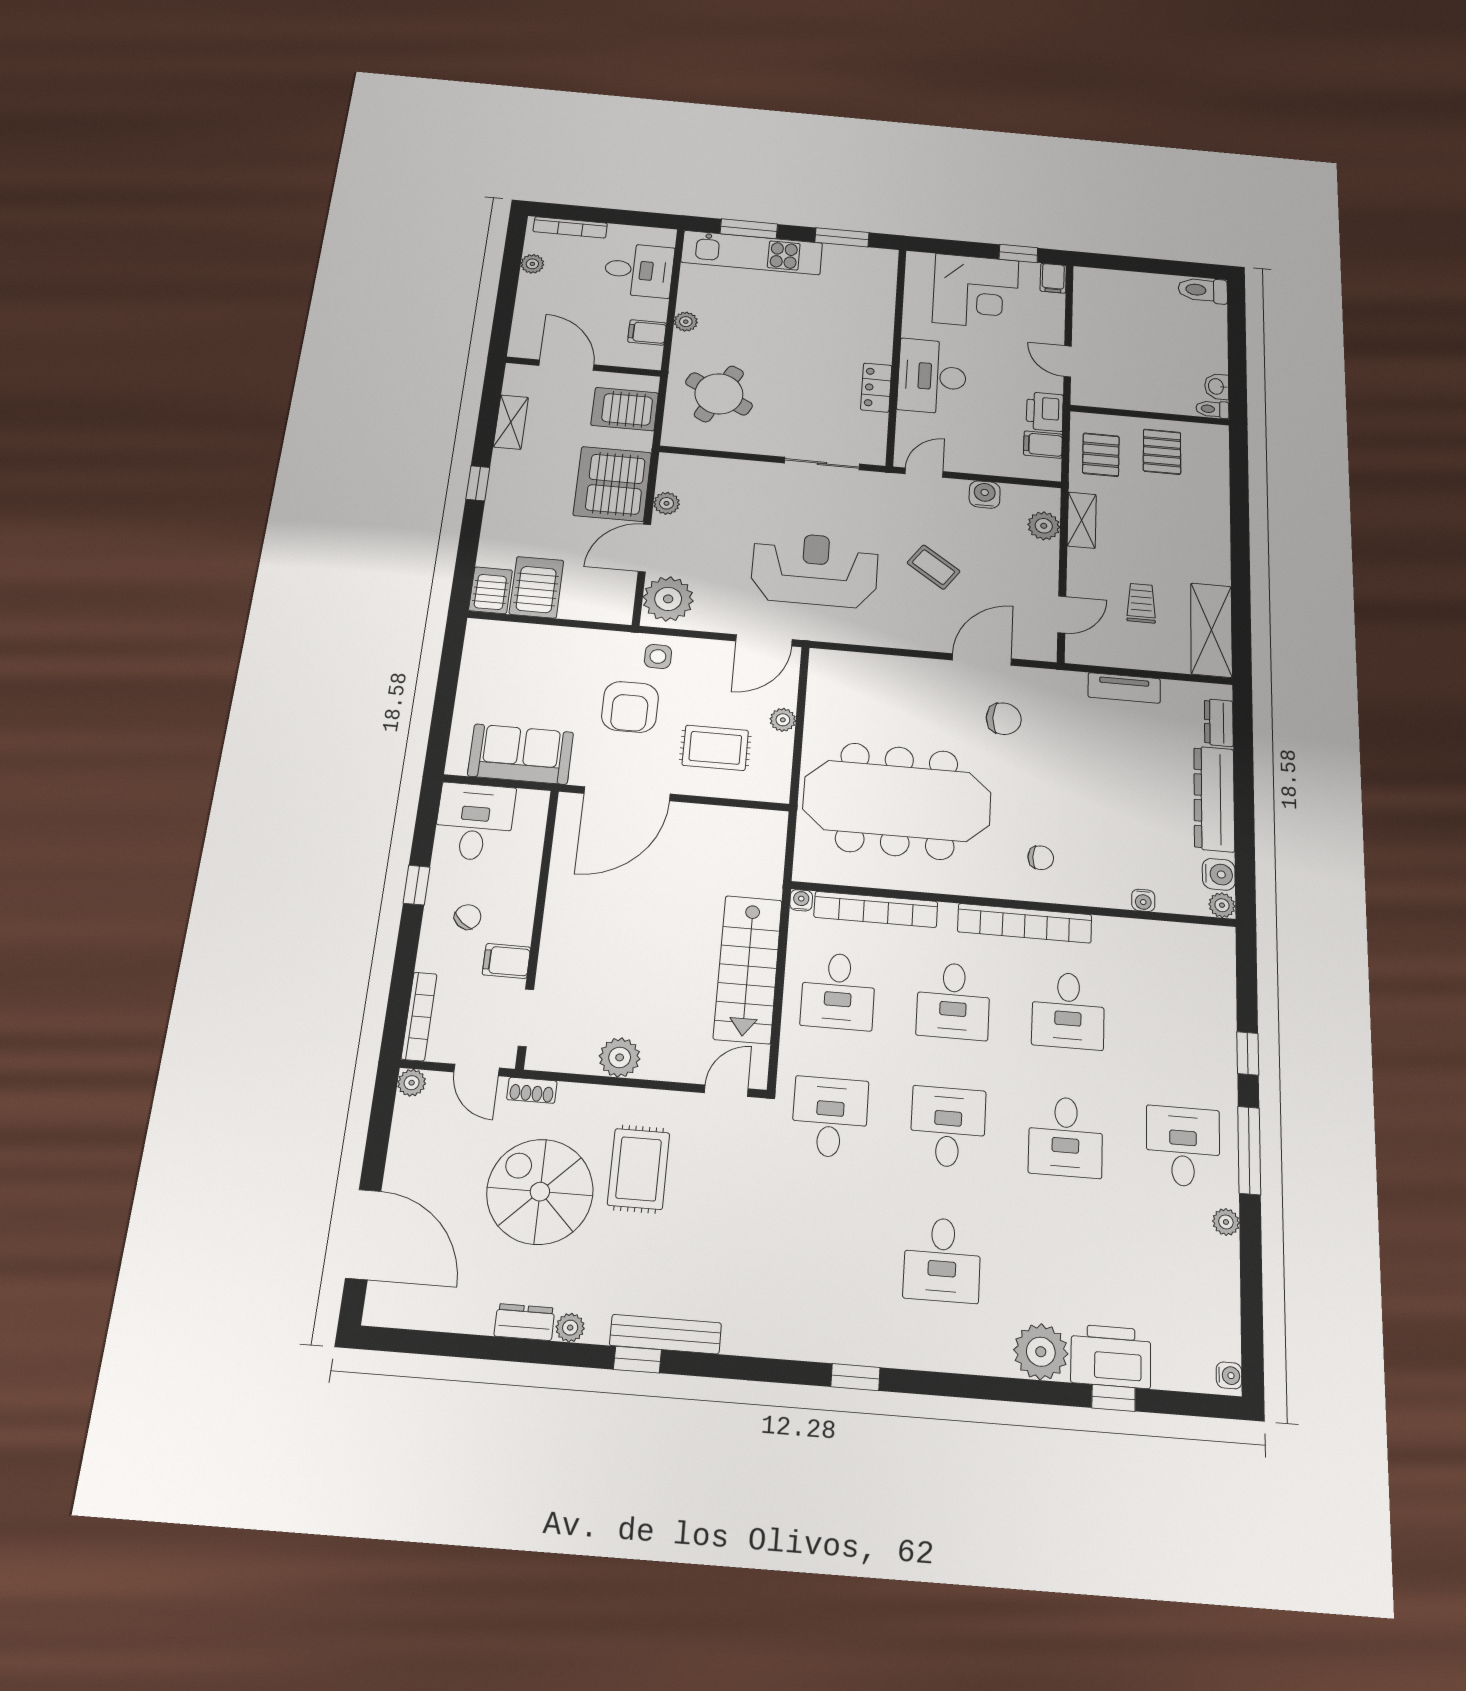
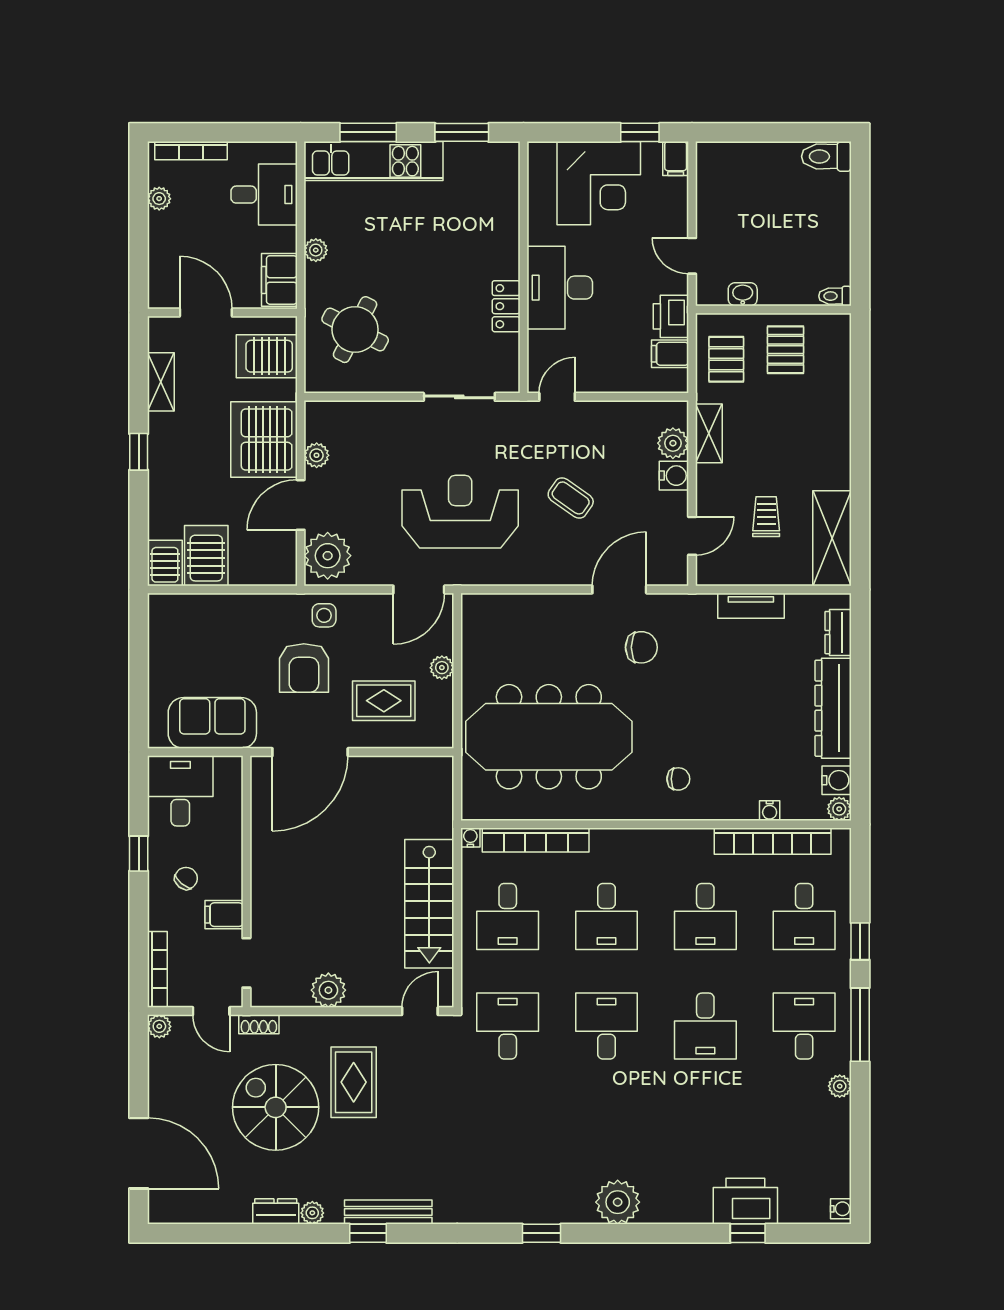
filing cabinet: (647, 332) -> (279, 280), width x2.00
washbasin: (1217, 387) -> (743, 294), moved, turned 90
water cooler: (985, 495) -> (674, 476), moved, turned 90
bookcase: (1025, 923) -> (773, 841), moved
desk: (942, 1260) -> (804, 916), moved
plant: (1041, 1352) -> (618, 1202), moved

